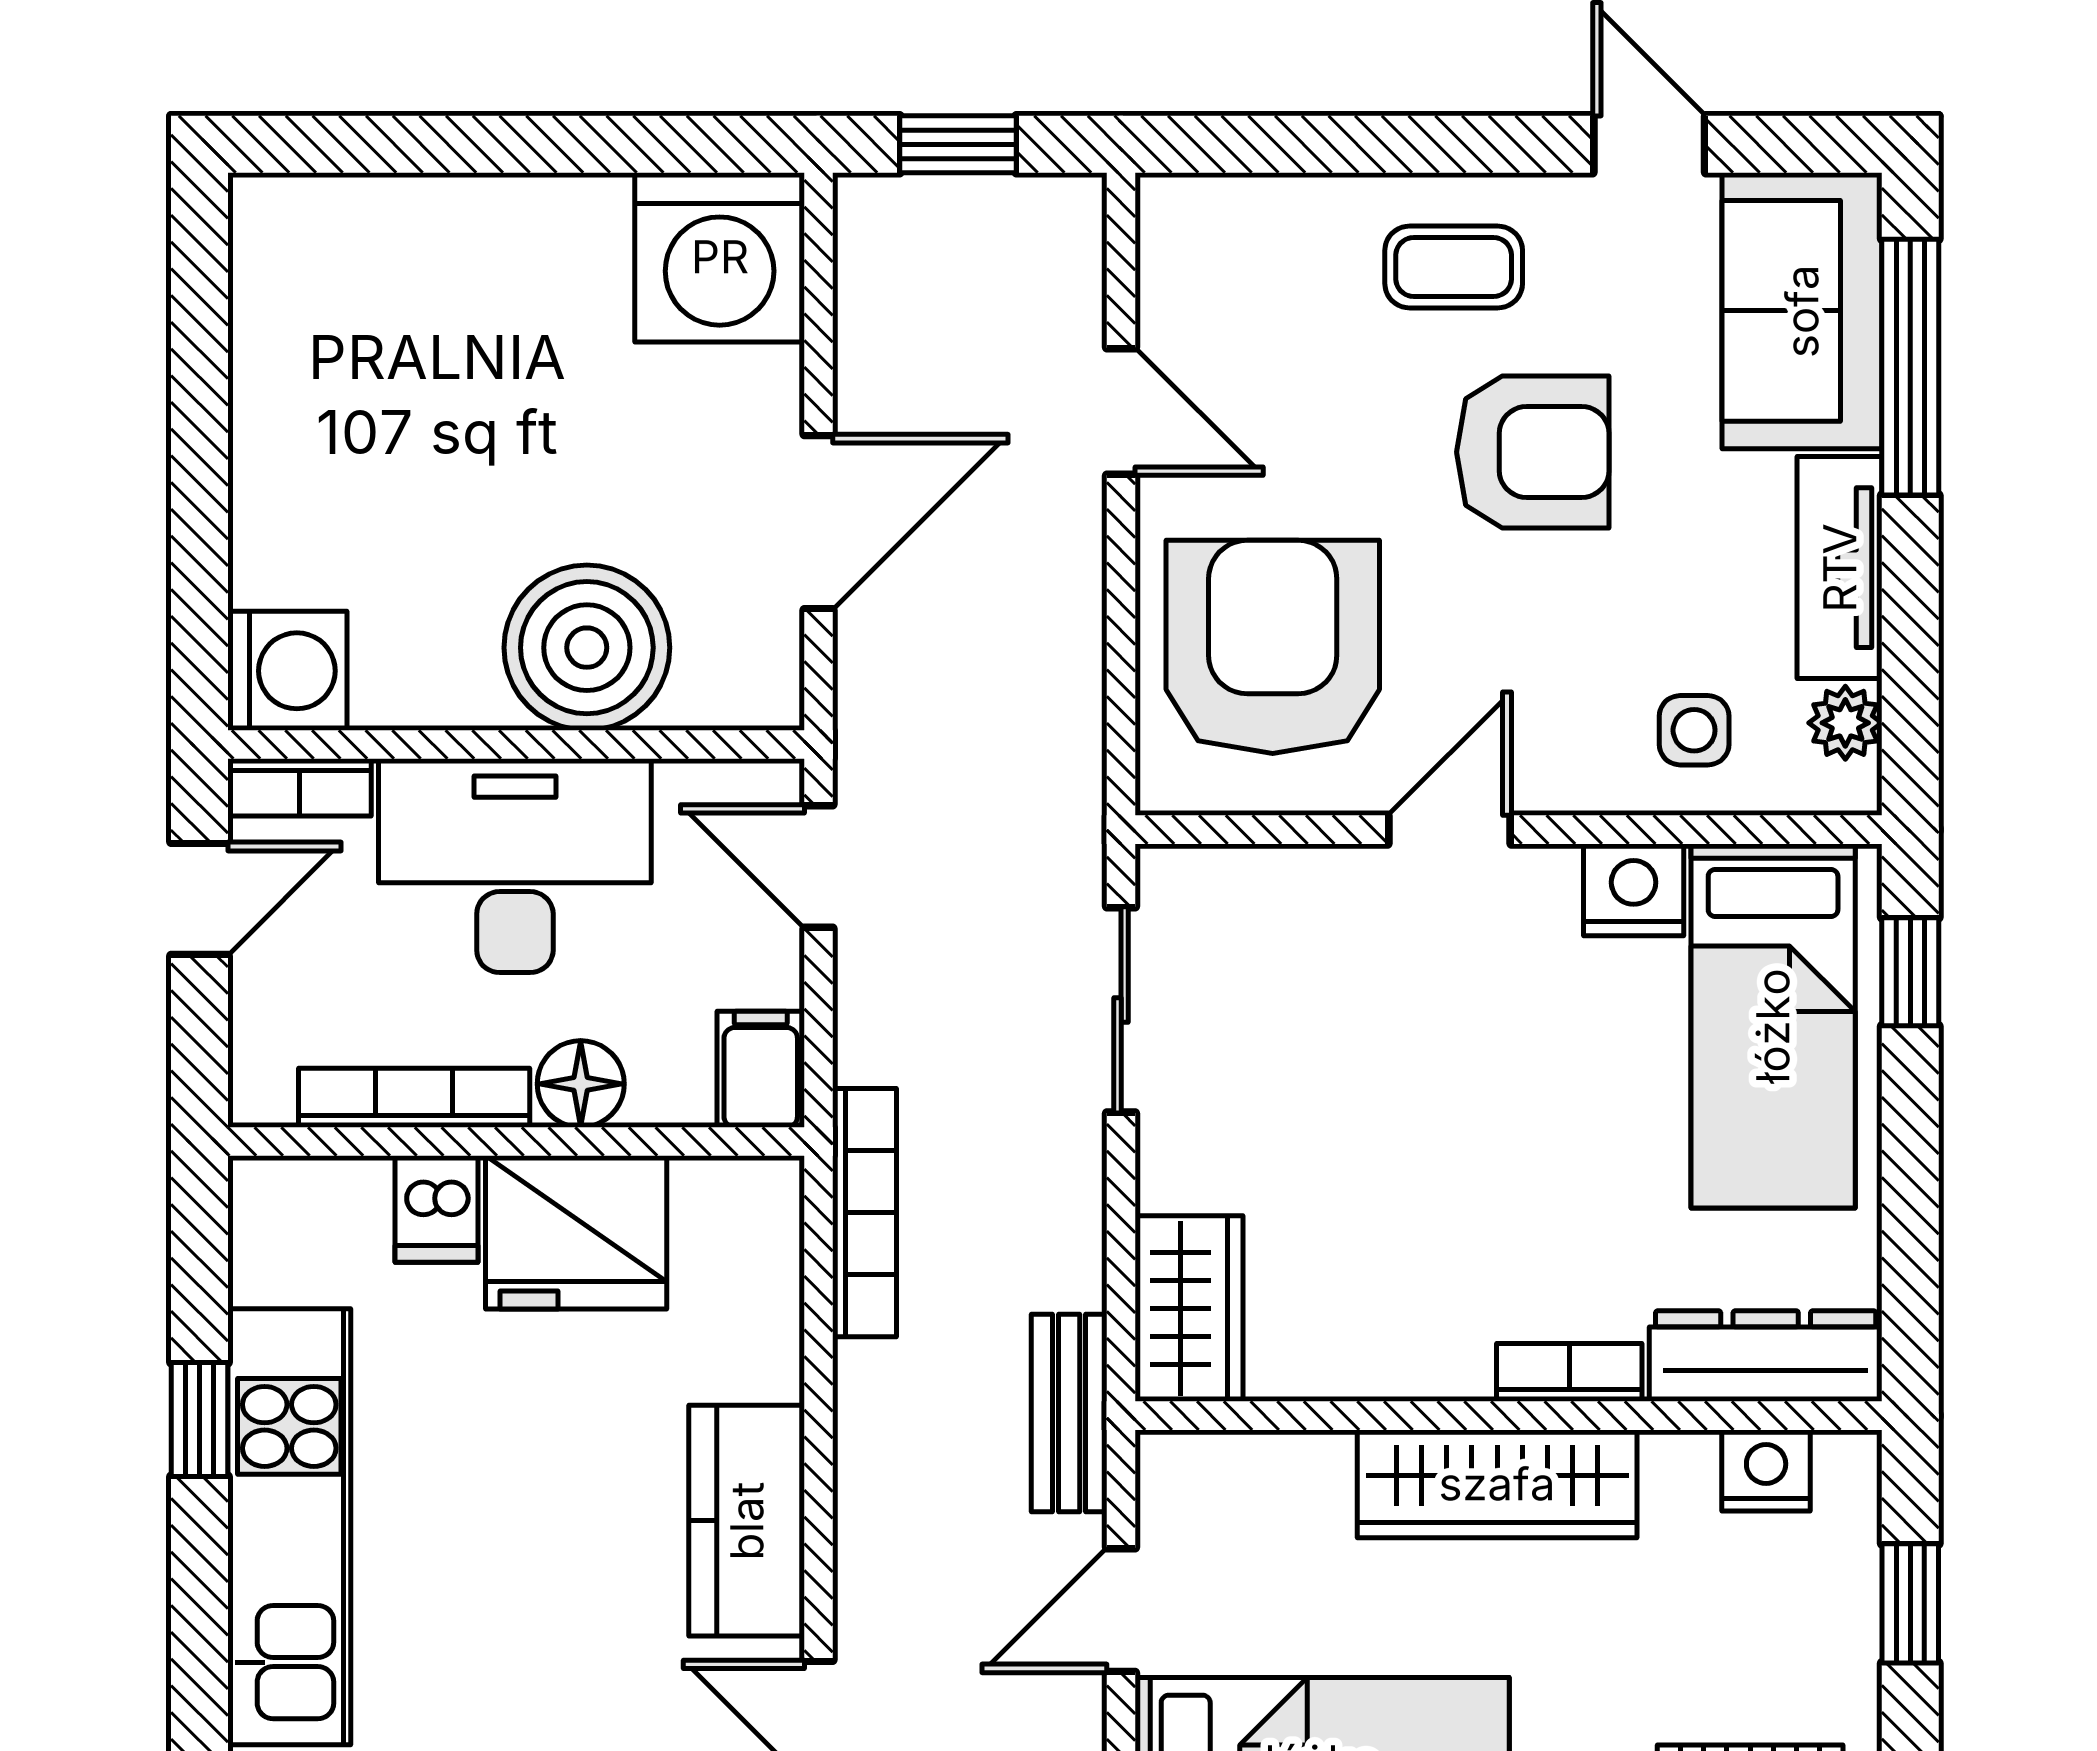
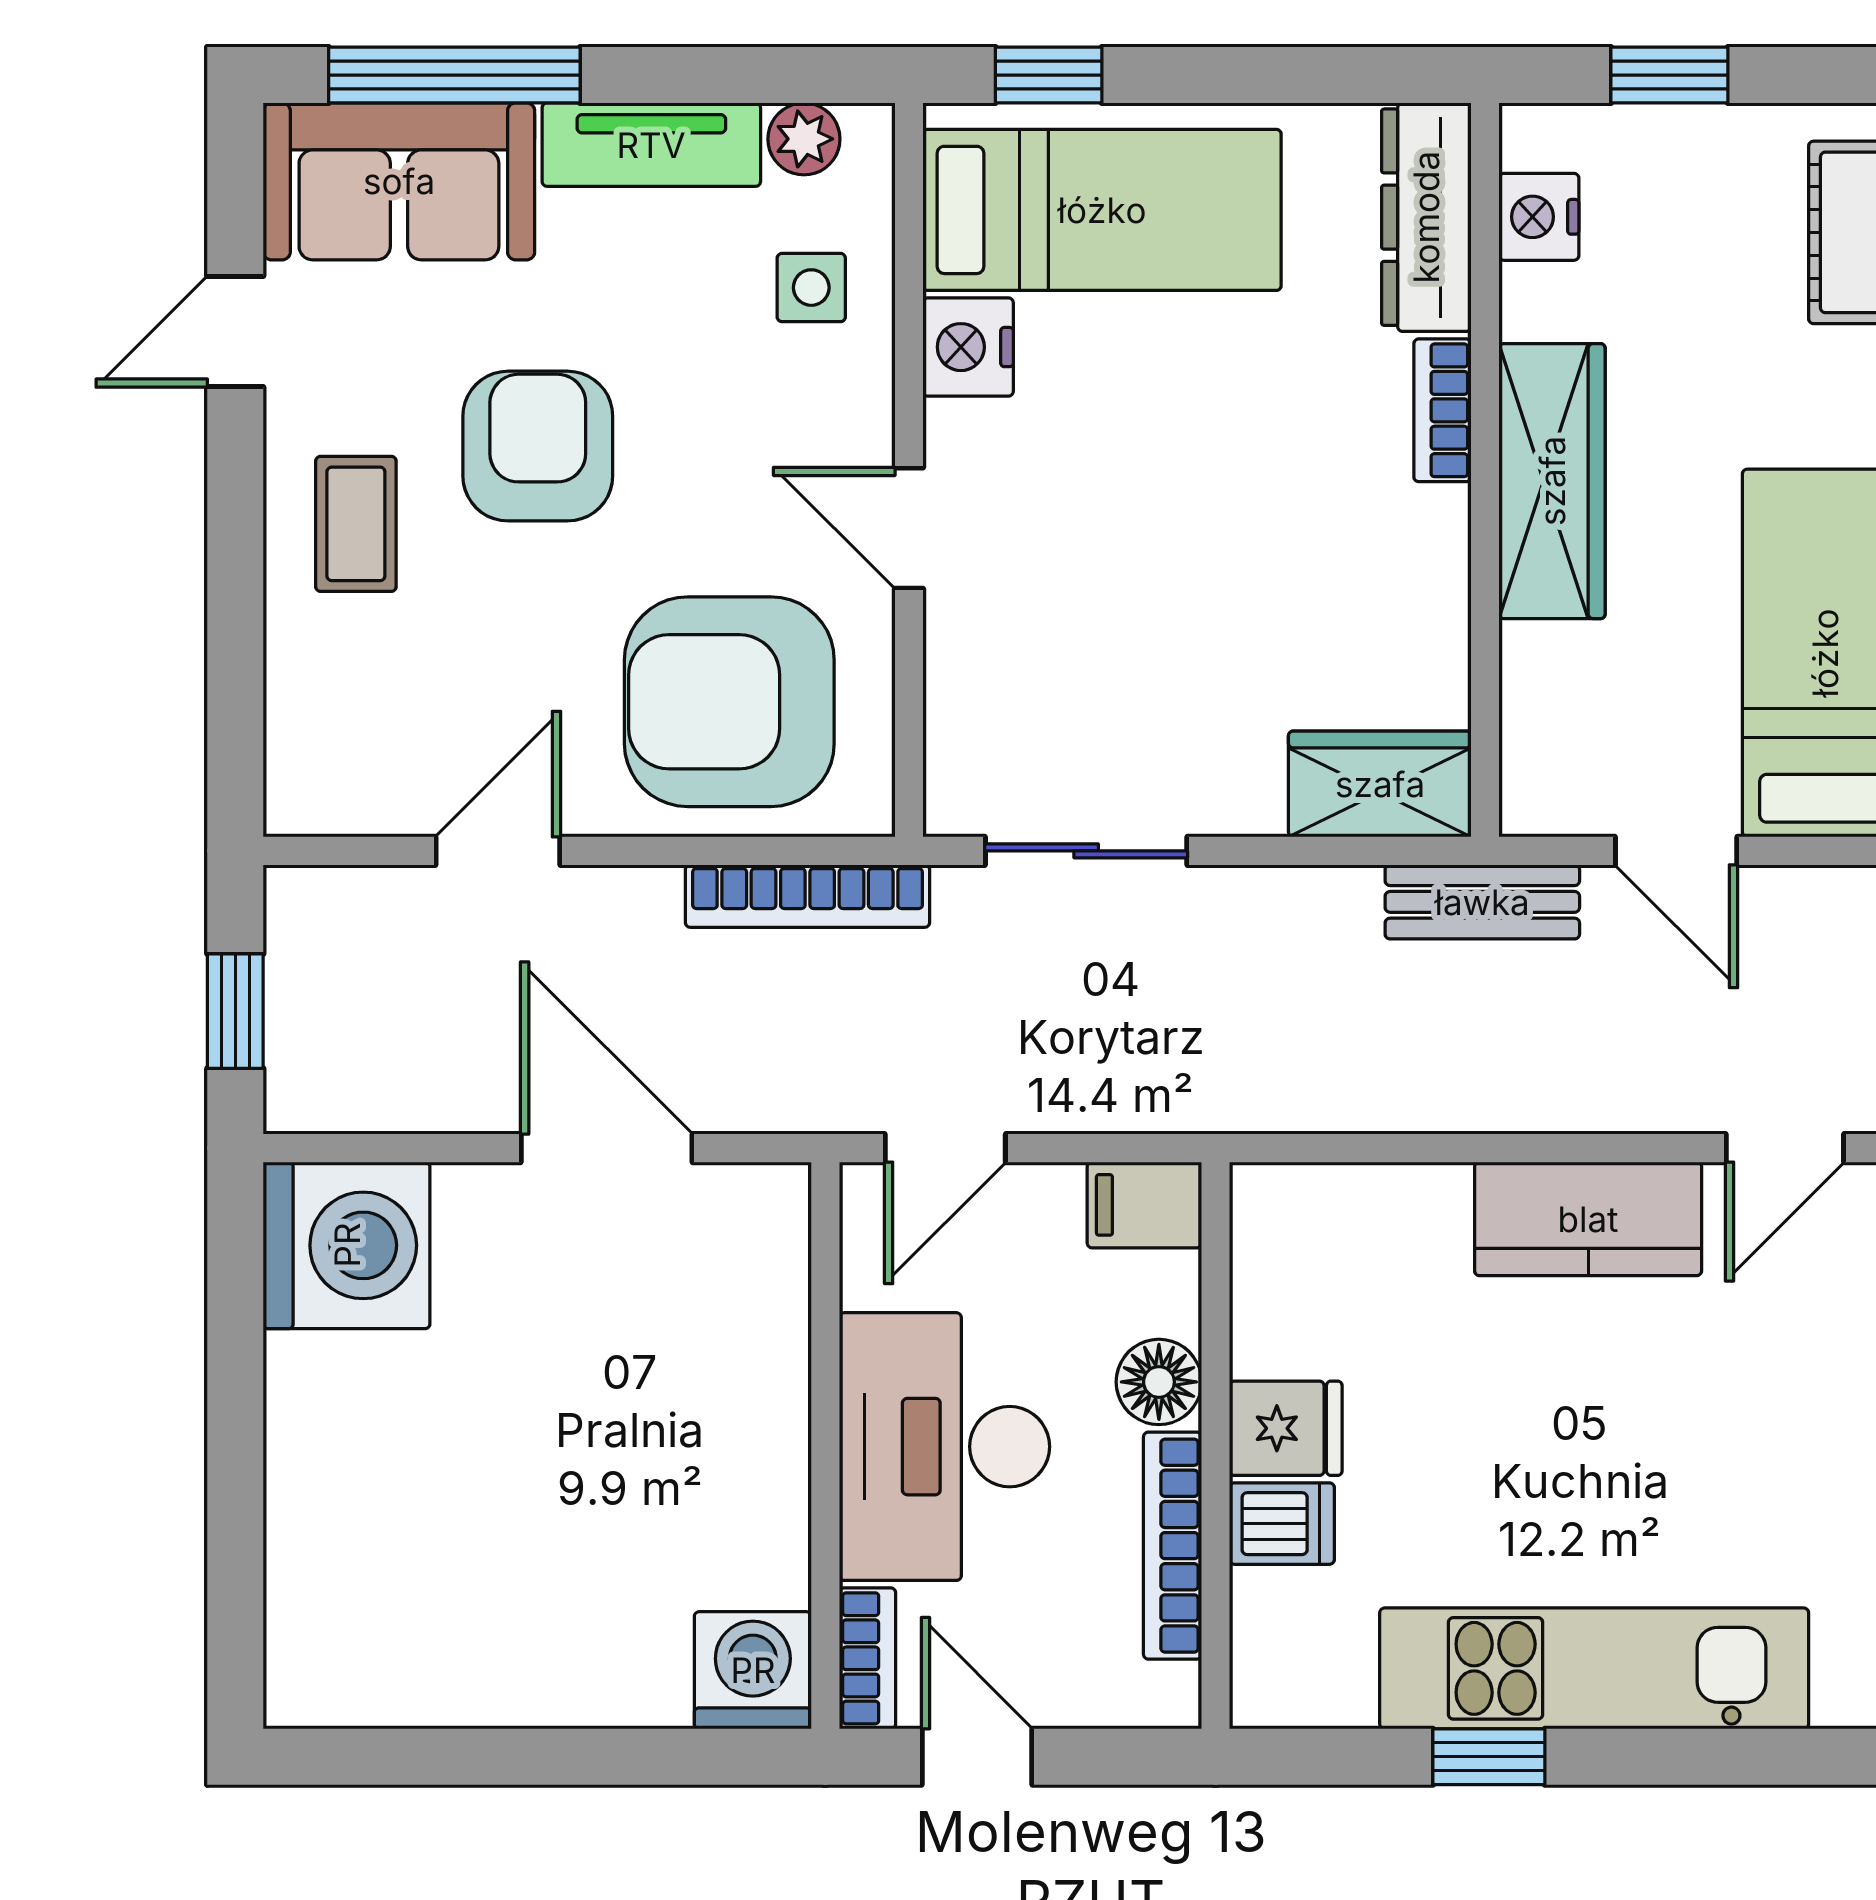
boiler: (587, 648) -> (730, 1376), removed
bookcase: (865, 1213) -> (808, 896), moved, turned 180
fridge: (576, 1232) -> (1286, 1428), width x0.53, depth x0.75

